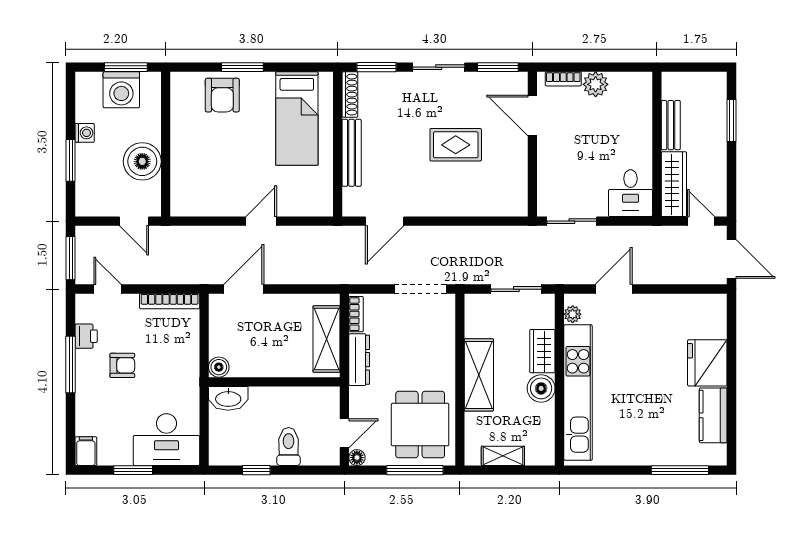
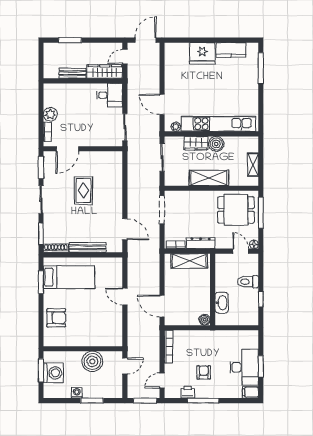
window: (242, 67) -> (41, 282), moved
washbasin: (228, 398) -> (222, 303), moved
desk: (166, 440) -> (244, 367), moved

